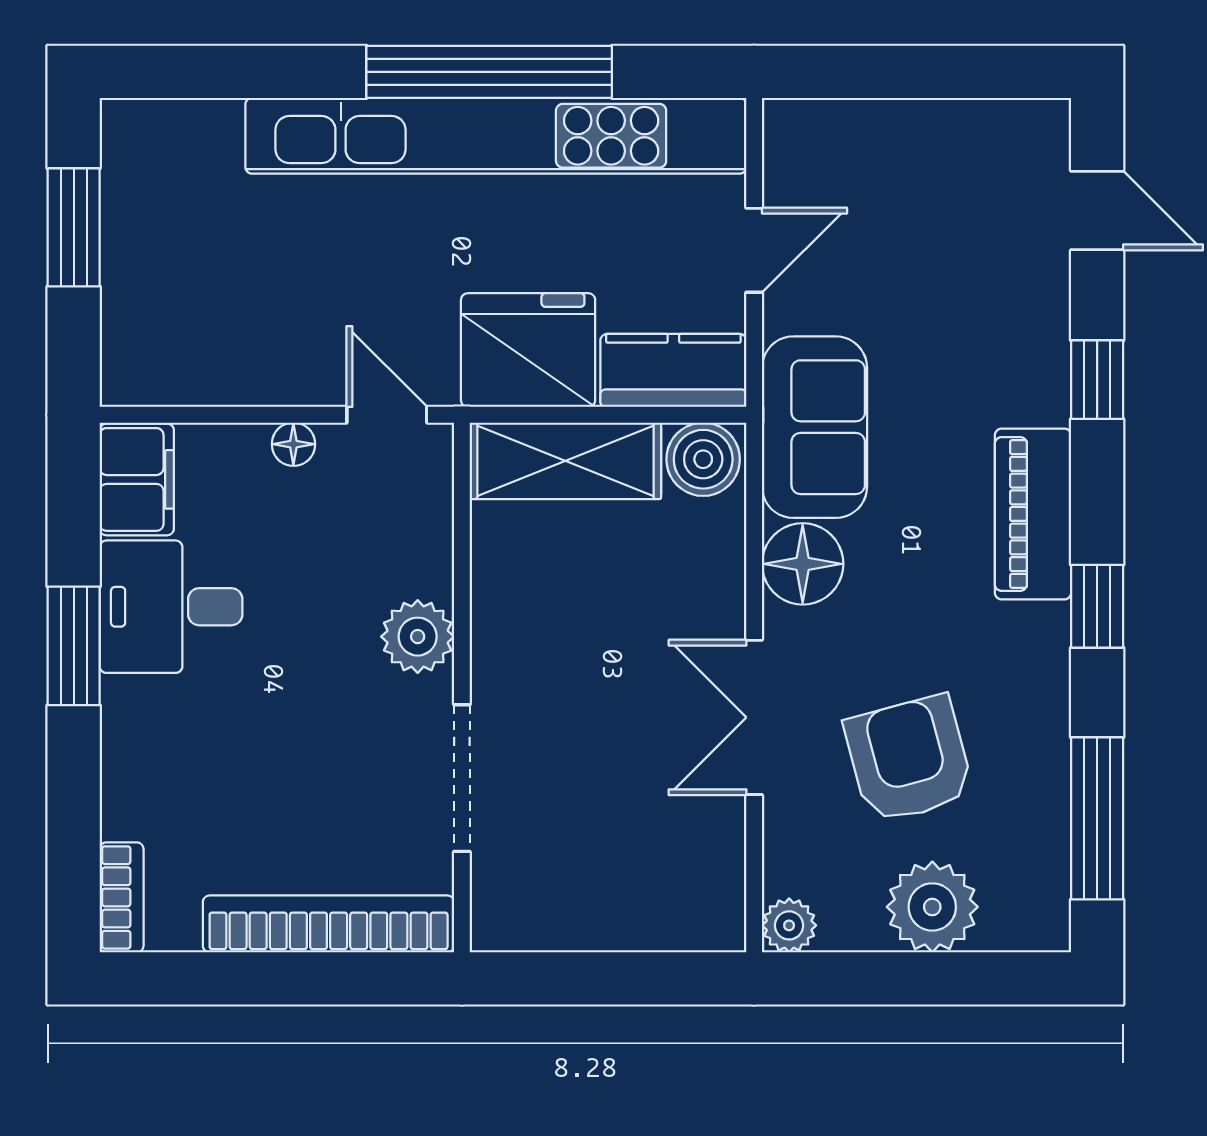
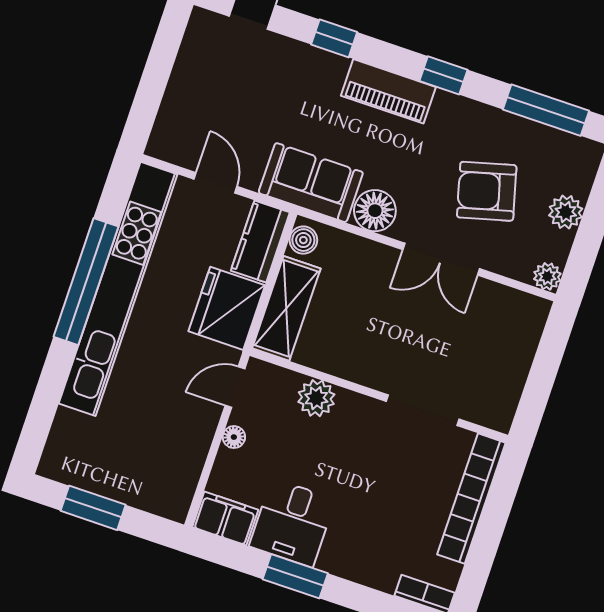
boiler: (703, 459) -> (303, 240), width x0.73, depth x0.73
plant: (418, 637) -> (316, 398), moved
plant: (932, 907) -> (566, 212), width x0.73, depth x0.73

